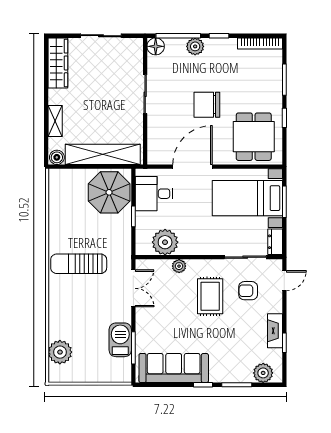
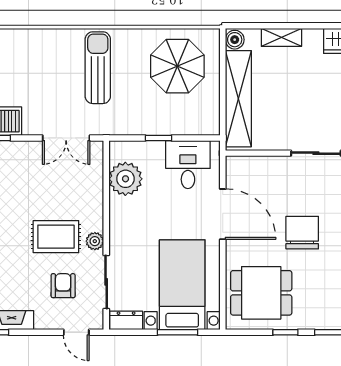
parasol: (109, 192) -> (177, 66), moved
plant: (179, 266) -> (95, 241), moved

